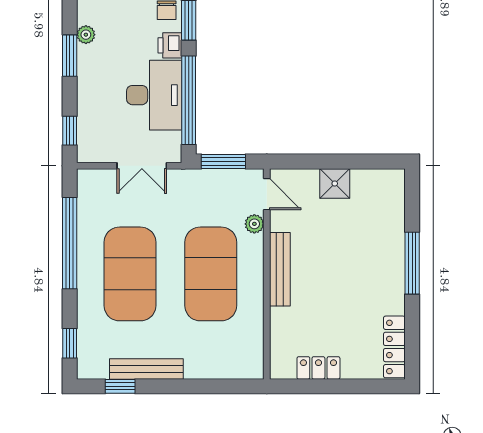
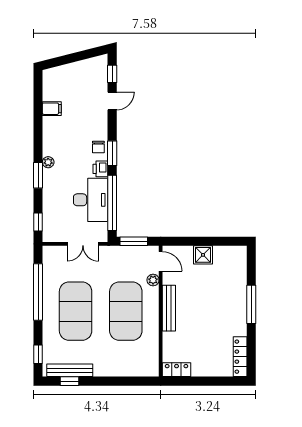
locker: (318, 368) -> (177, 370), moved
bench: (146, 369) -> (70, 370), moved

